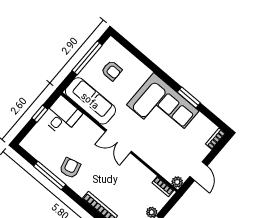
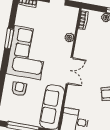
armchair: (112, 71) -> (19, 89), moved
plant: (177, 182) -> (69, 38), moved

